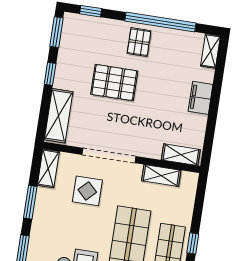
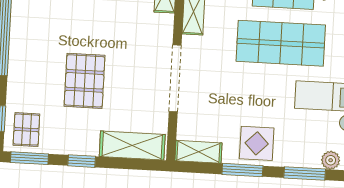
pallet: (139, 42) -> (26, 130), moved, turned 90
display table: (87, 191) -> (257, 143), moved

